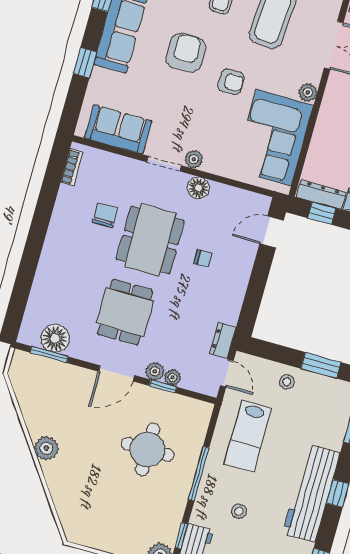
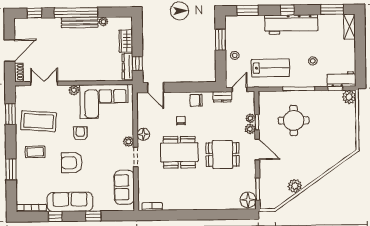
chair: (105, 215) -> (196, 100), moved
floor lamp: (55, 338) -> (248, 200), moved
plant: (46, 448) -> (295, 186), moved

